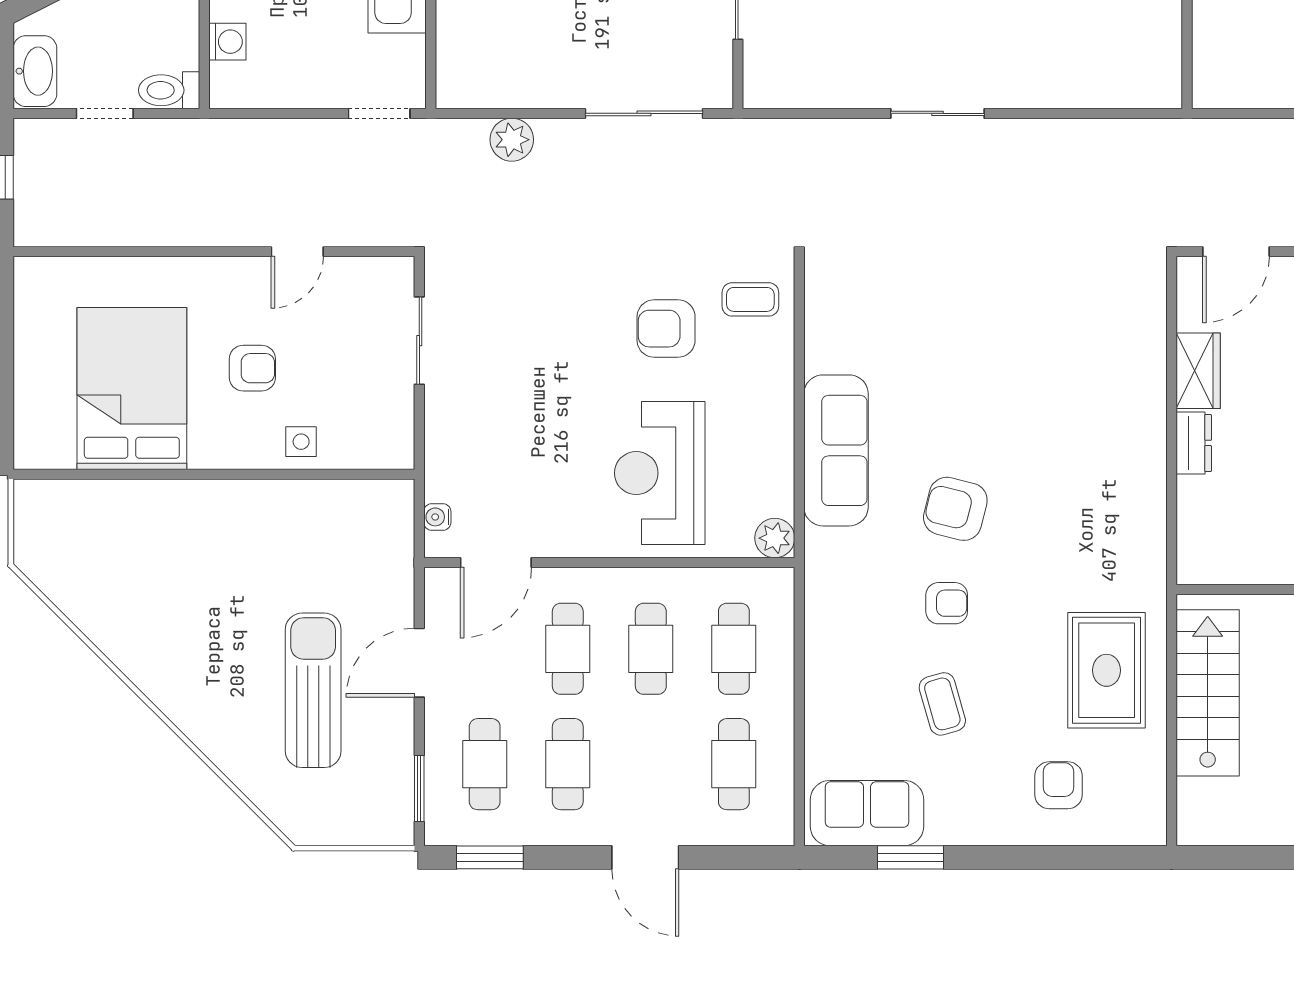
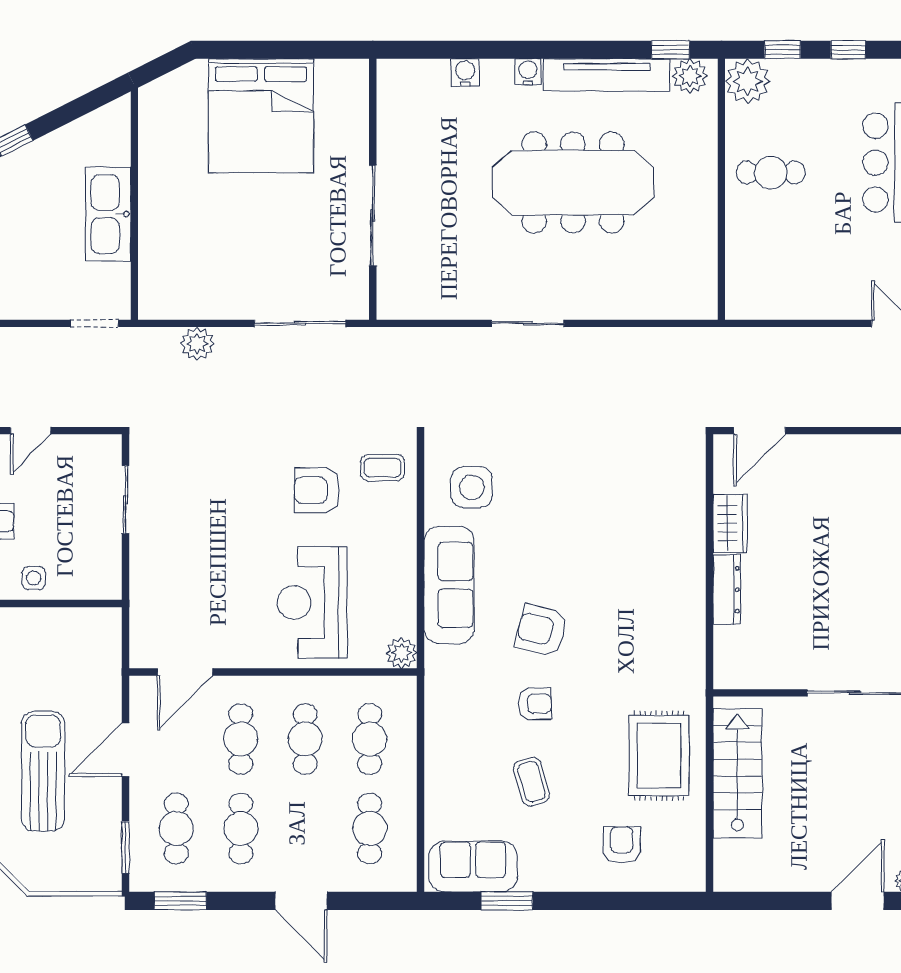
side table: (865, 325) -> (472, 487), added
dresser: (1194, 443) -> (727, 590), width x1.44
water cooler: (437, 517) -> (139, 637), removed

